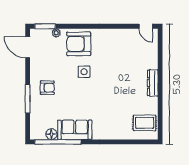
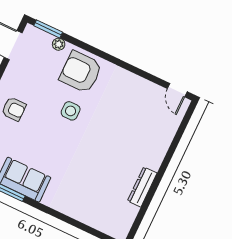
dresser: (153, 83) -> (142, 187), moved
rug: (145, 123) -> (117, 213), removed

